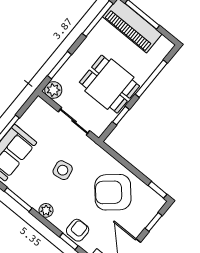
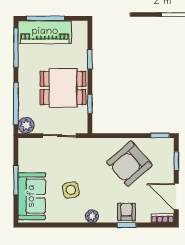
window: (59, 65) -> (16, 104), width x1.44
window: (151, 79) -> (90, 59), width x0.46
side table: (63, 170) -> (71, 190), moved
window: (18, 200) -> (66, 225), removed

